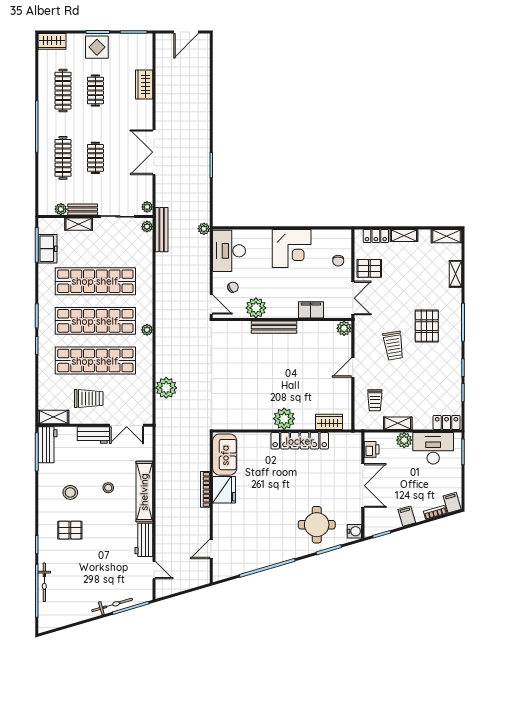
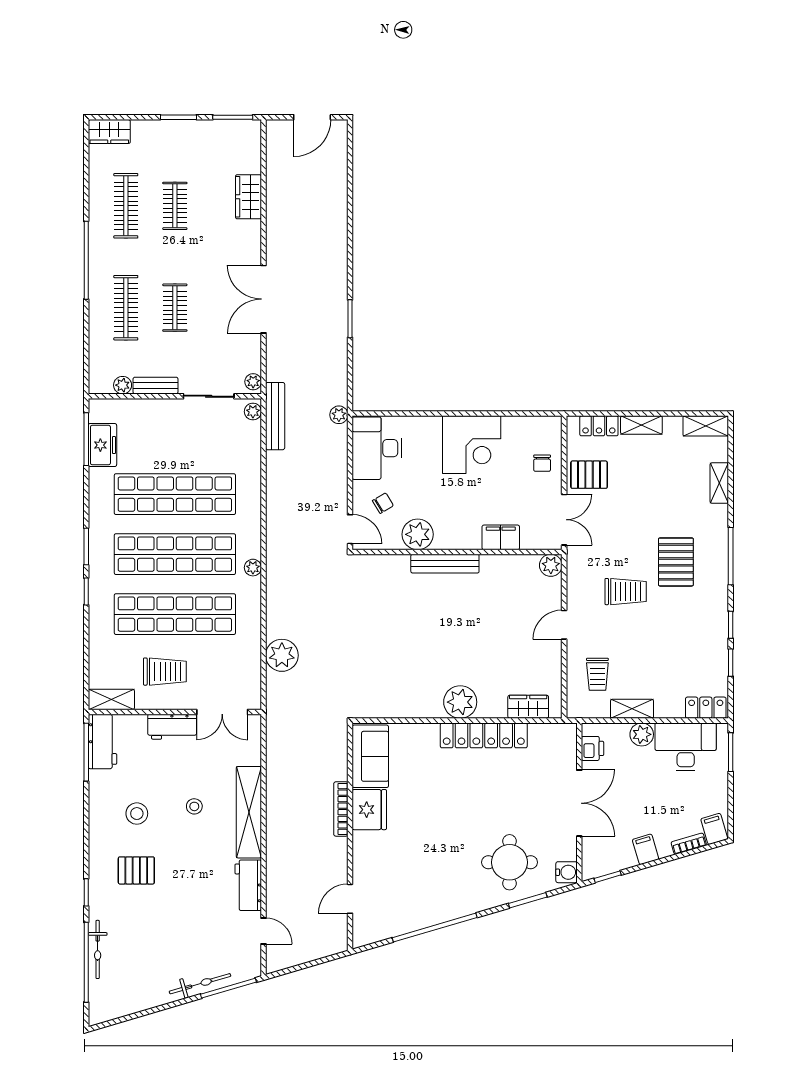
display table: (97, 47) -> (177, 140), removed
shelving: (79, 224) -> (150, 408), removed
trolley: (393, 346) -> (626, 592), turned -81

